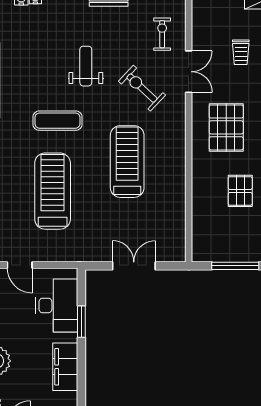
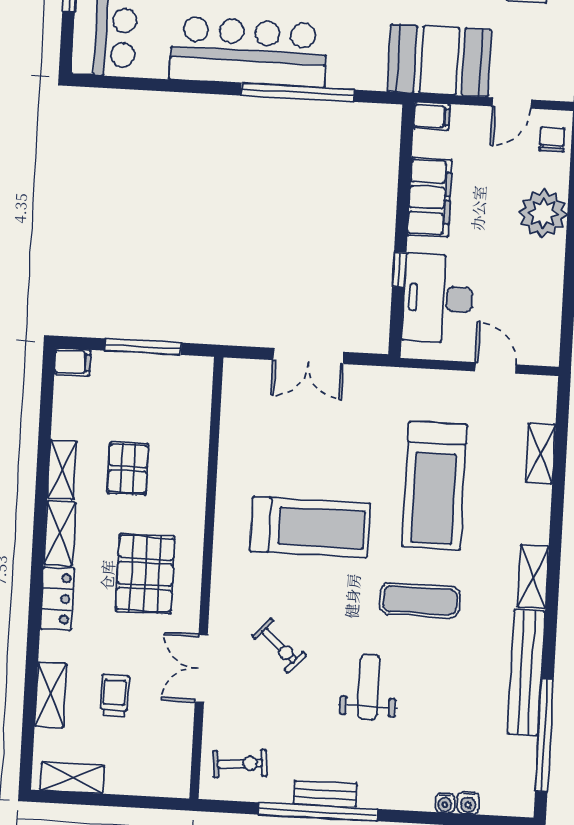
exercise bike: (162, 34) -> (240, 764), moved, turned -95
weight bench: (86, 66) -> (369, 687), turned 180
exercise bike: (142, 88) -> (279, 646), width x0.73, depth x0.72
treadmill: (127, 162) -> (310, 527), turned -90
window: (81, 322) -> (399, 270), width x0.67

